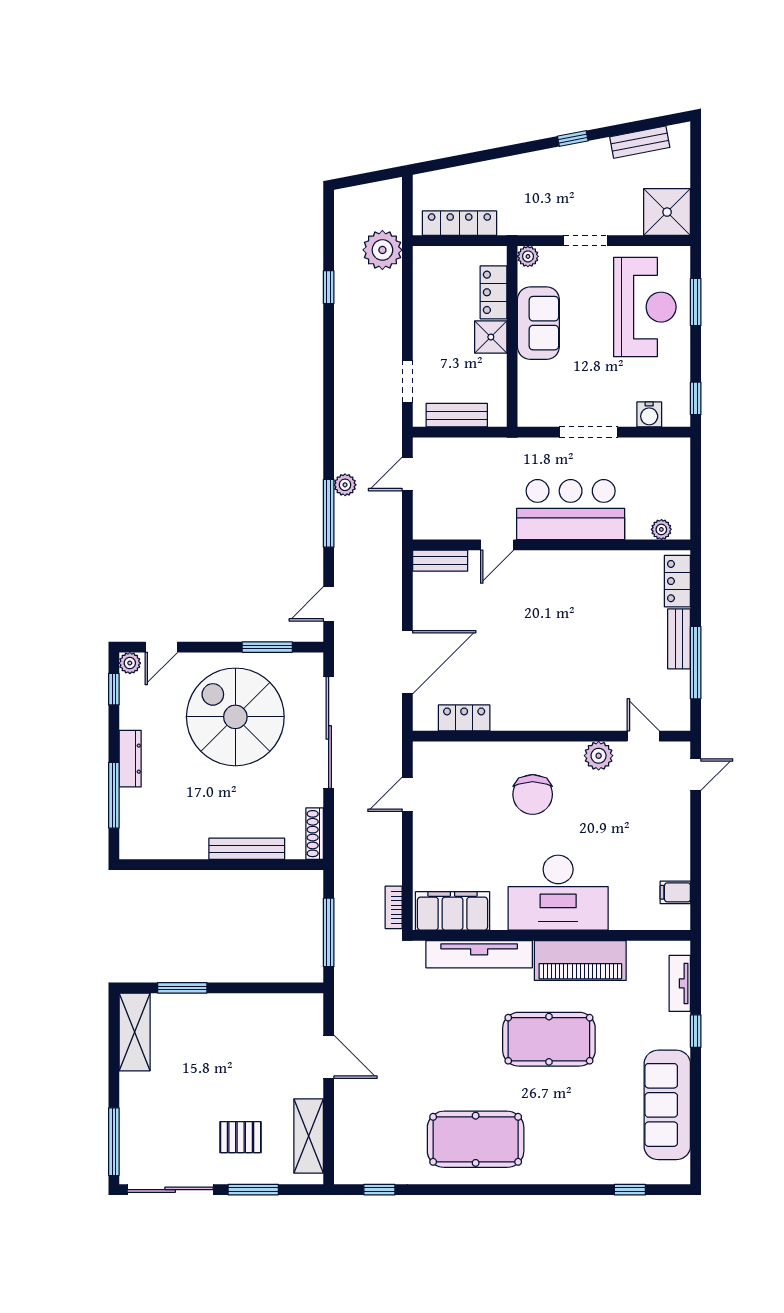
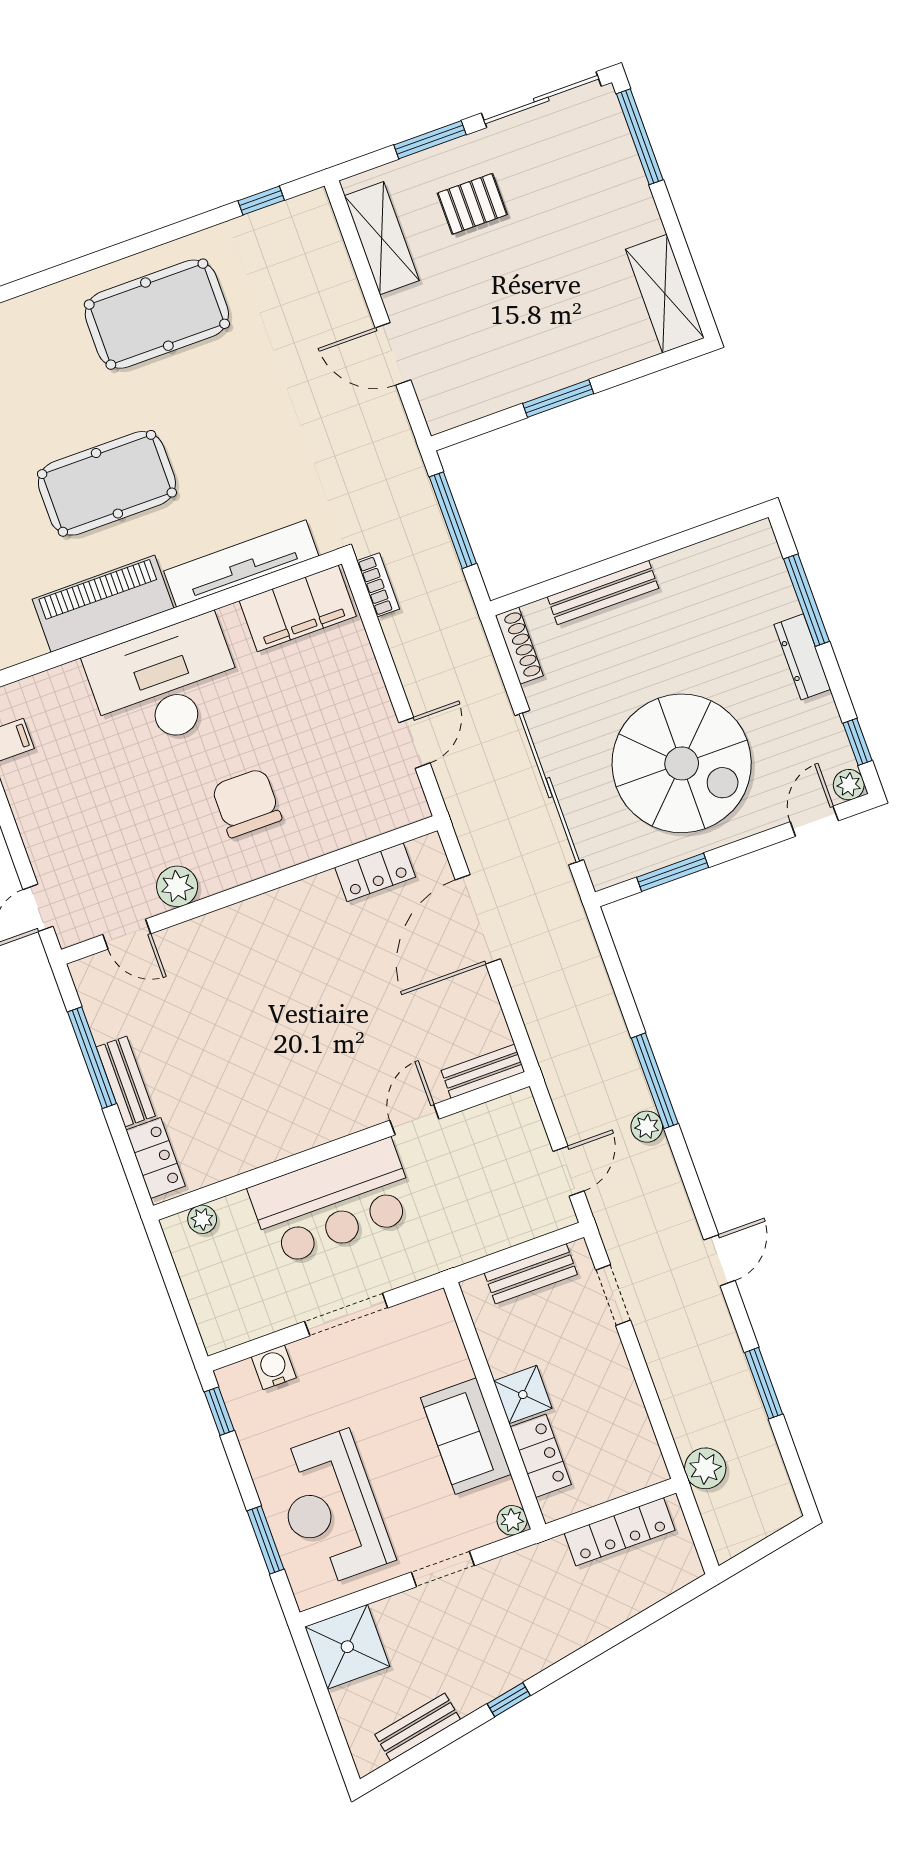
plant: (382, 250) -> (705, 1468), width x0.73, depth x0.73
window: (329, 287) -> (764, 1383), width x1.50
door: (329, 604) -> (719, 1260), moved
window: (182, 988) -> (558, 399), moved

